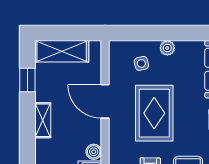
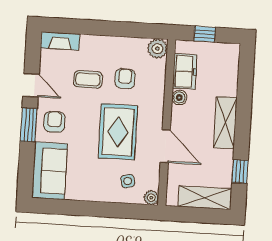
plant: (167, 48) -> (151, 198), moved
shelving: (43, 120) -> (225, 123), width x1.50, depth x1.33

